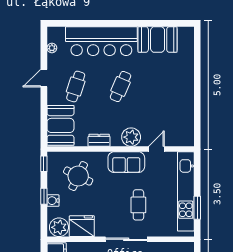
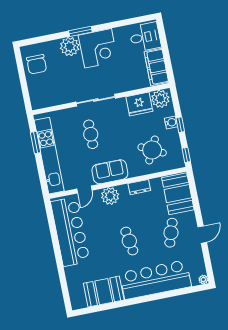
plant: (52, 48) -> (203, 279), moved
cafe table: (121, 86) -> (129, 241), turned -33
bar counter: (180, 108) -> (70, 232), added

